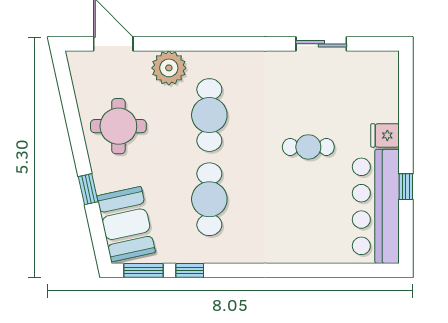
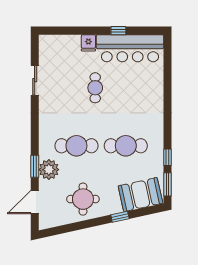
window: (174, 44) -> (35, 166), added

